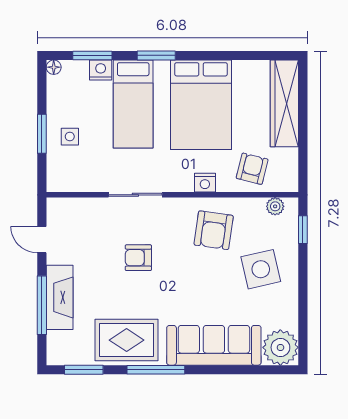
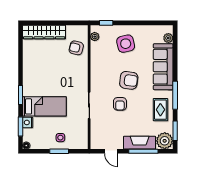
bed: (201, 105) -> (45, 73), removed
nightstand: (205, 183) -> (83, 71), removed
armchair: (214, 230) -> (129, 80), moved
door: (42, 240) -> (111, 151), hinge flipped
rug: (127, 340) -> (160, 110), width x0.73, depth x0.70
plant: (280, 347) -> (168, 38), width x0.53, depth x0.53
plant: (63, 348) -> (165, 141), added

